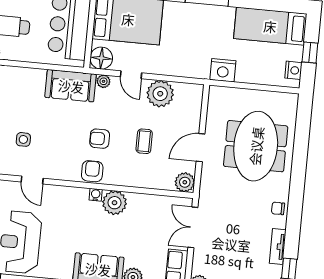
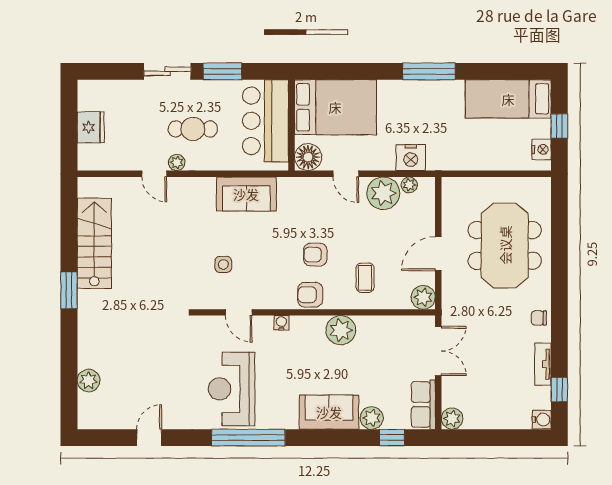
nightstand: (223, 70) -> (411, 158), moved
plant: (104, 81) -> (409, 185), moved
sofa: (71, 86) -> (246, 194), moved
coffee table: (144, 141) -> (365, 278), moved
armchair: (92, 171) -> (310, 295), turned -90
water cooler: (96, 195) -> (281, 323), moved
double door: (193, 227) -> (438, 351), swing flipped

